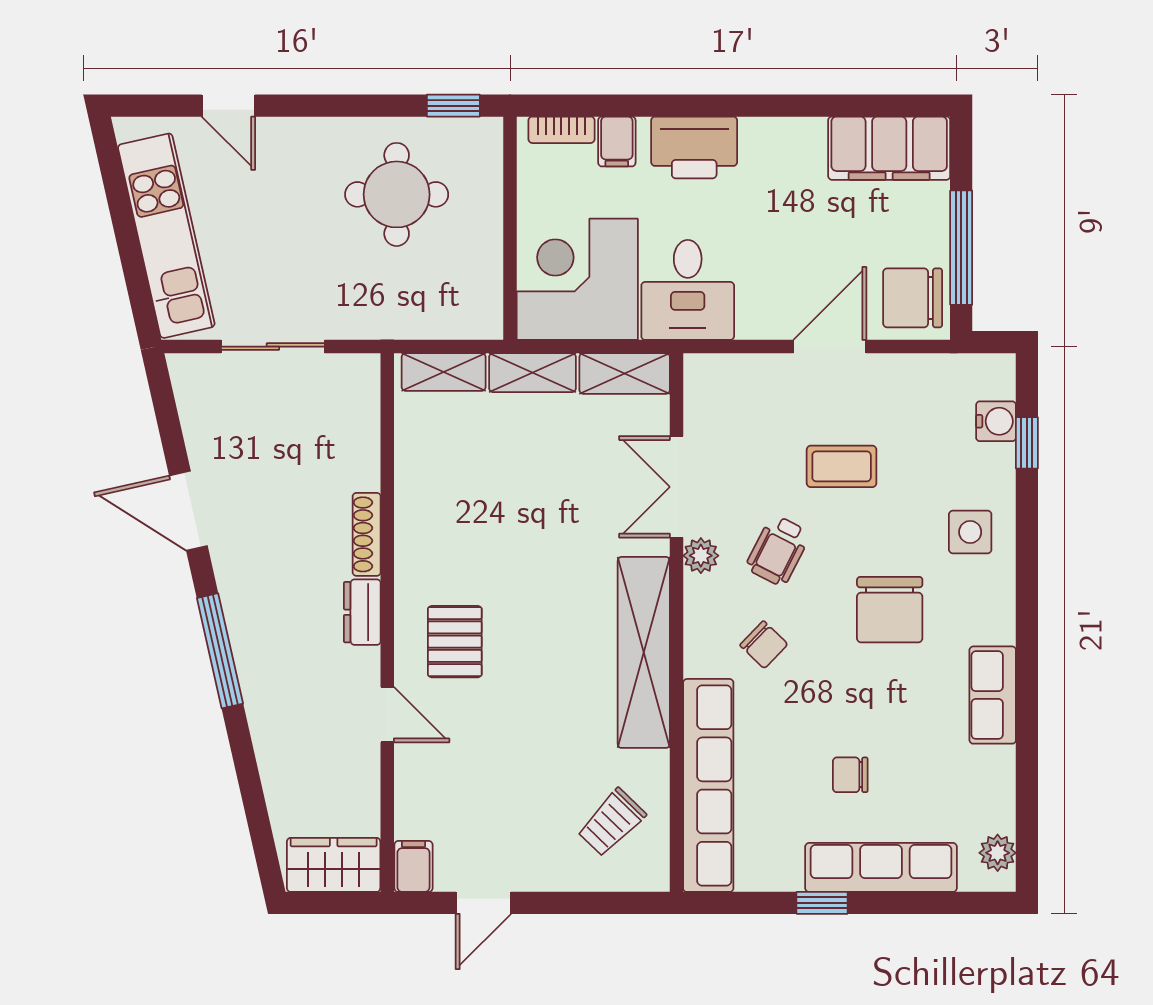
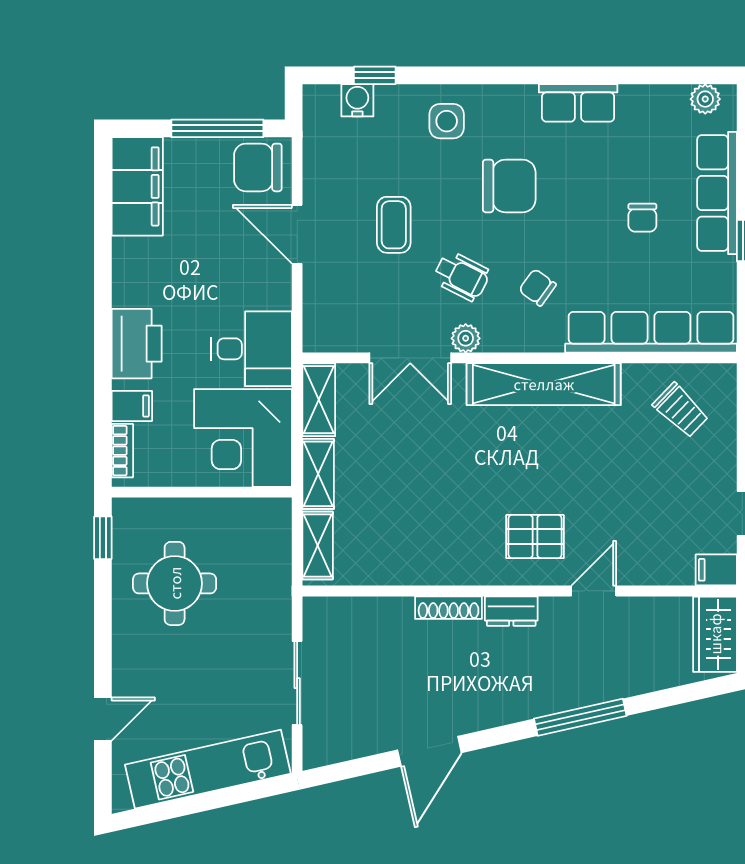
chair: (913, 298) -> (258, 167), turned 90
chair: (764, 645) -> (537, 287), turned -98
window: (220, 651) -> (580, 717), moved

